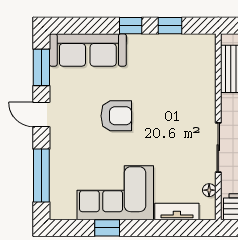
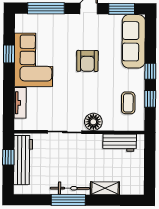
coffee table: (176, 57) -> (128, 103), added
floor lamp: (209, 190) -> (93, 122), moved, width x1.89, depth x1.89

